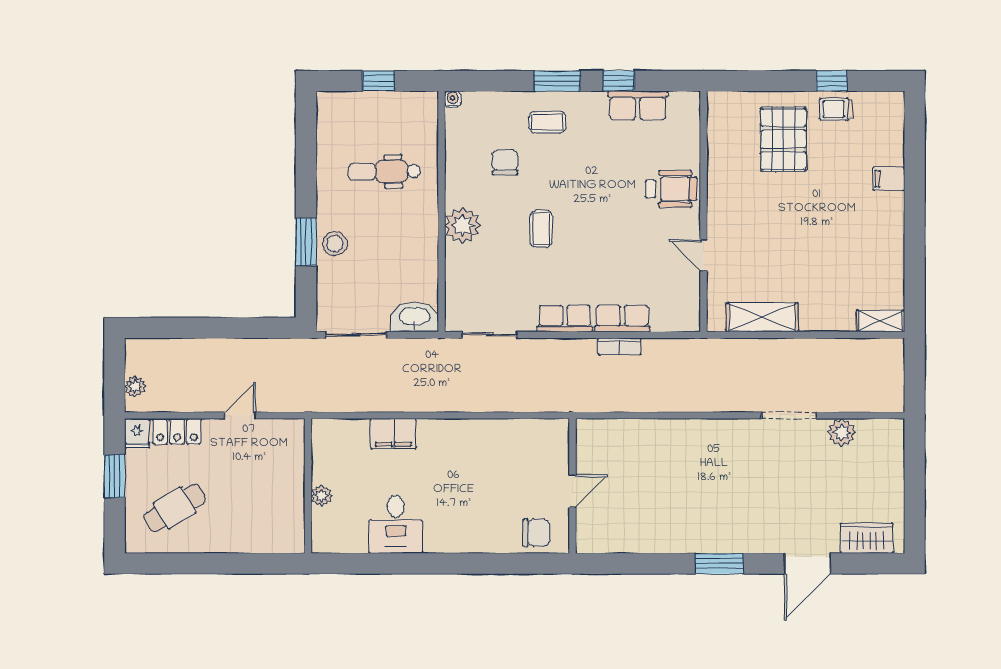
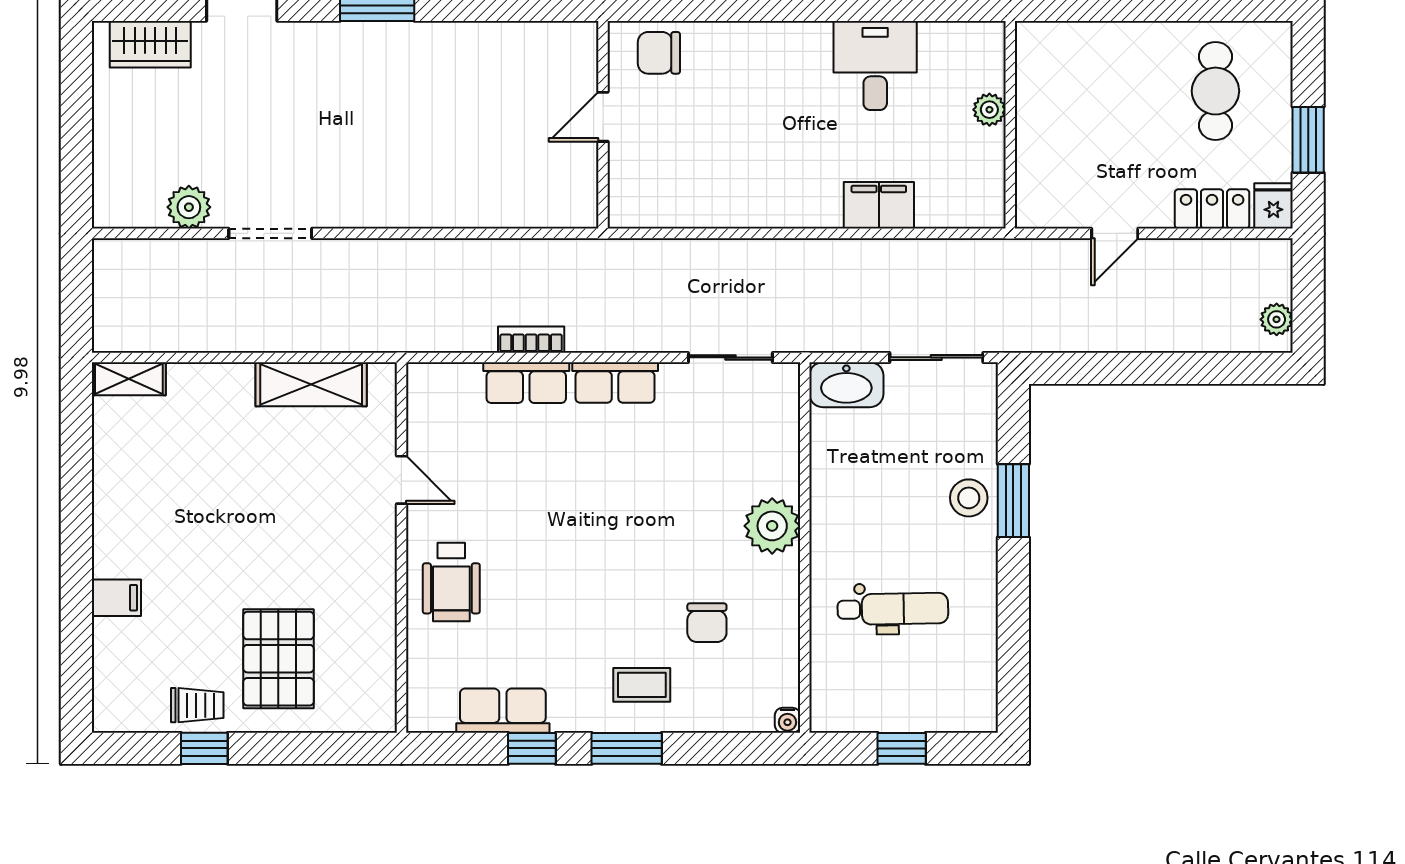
wheelchair: (671, 189) -> (451, 582), turned -90
coffee table: (541, 229) -> (651, 521), removed
plant: (135, 386) -> (1277, 319), moved
cafe table: (175, 508) -> (1215, 91), turned -59

